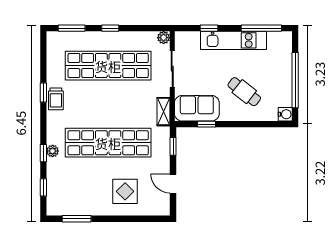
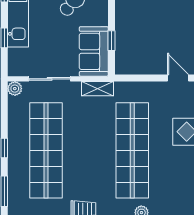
window: (173, 146) -> (136, 78), removed
door: (173, 184) -> (178, 78), swing flipped

